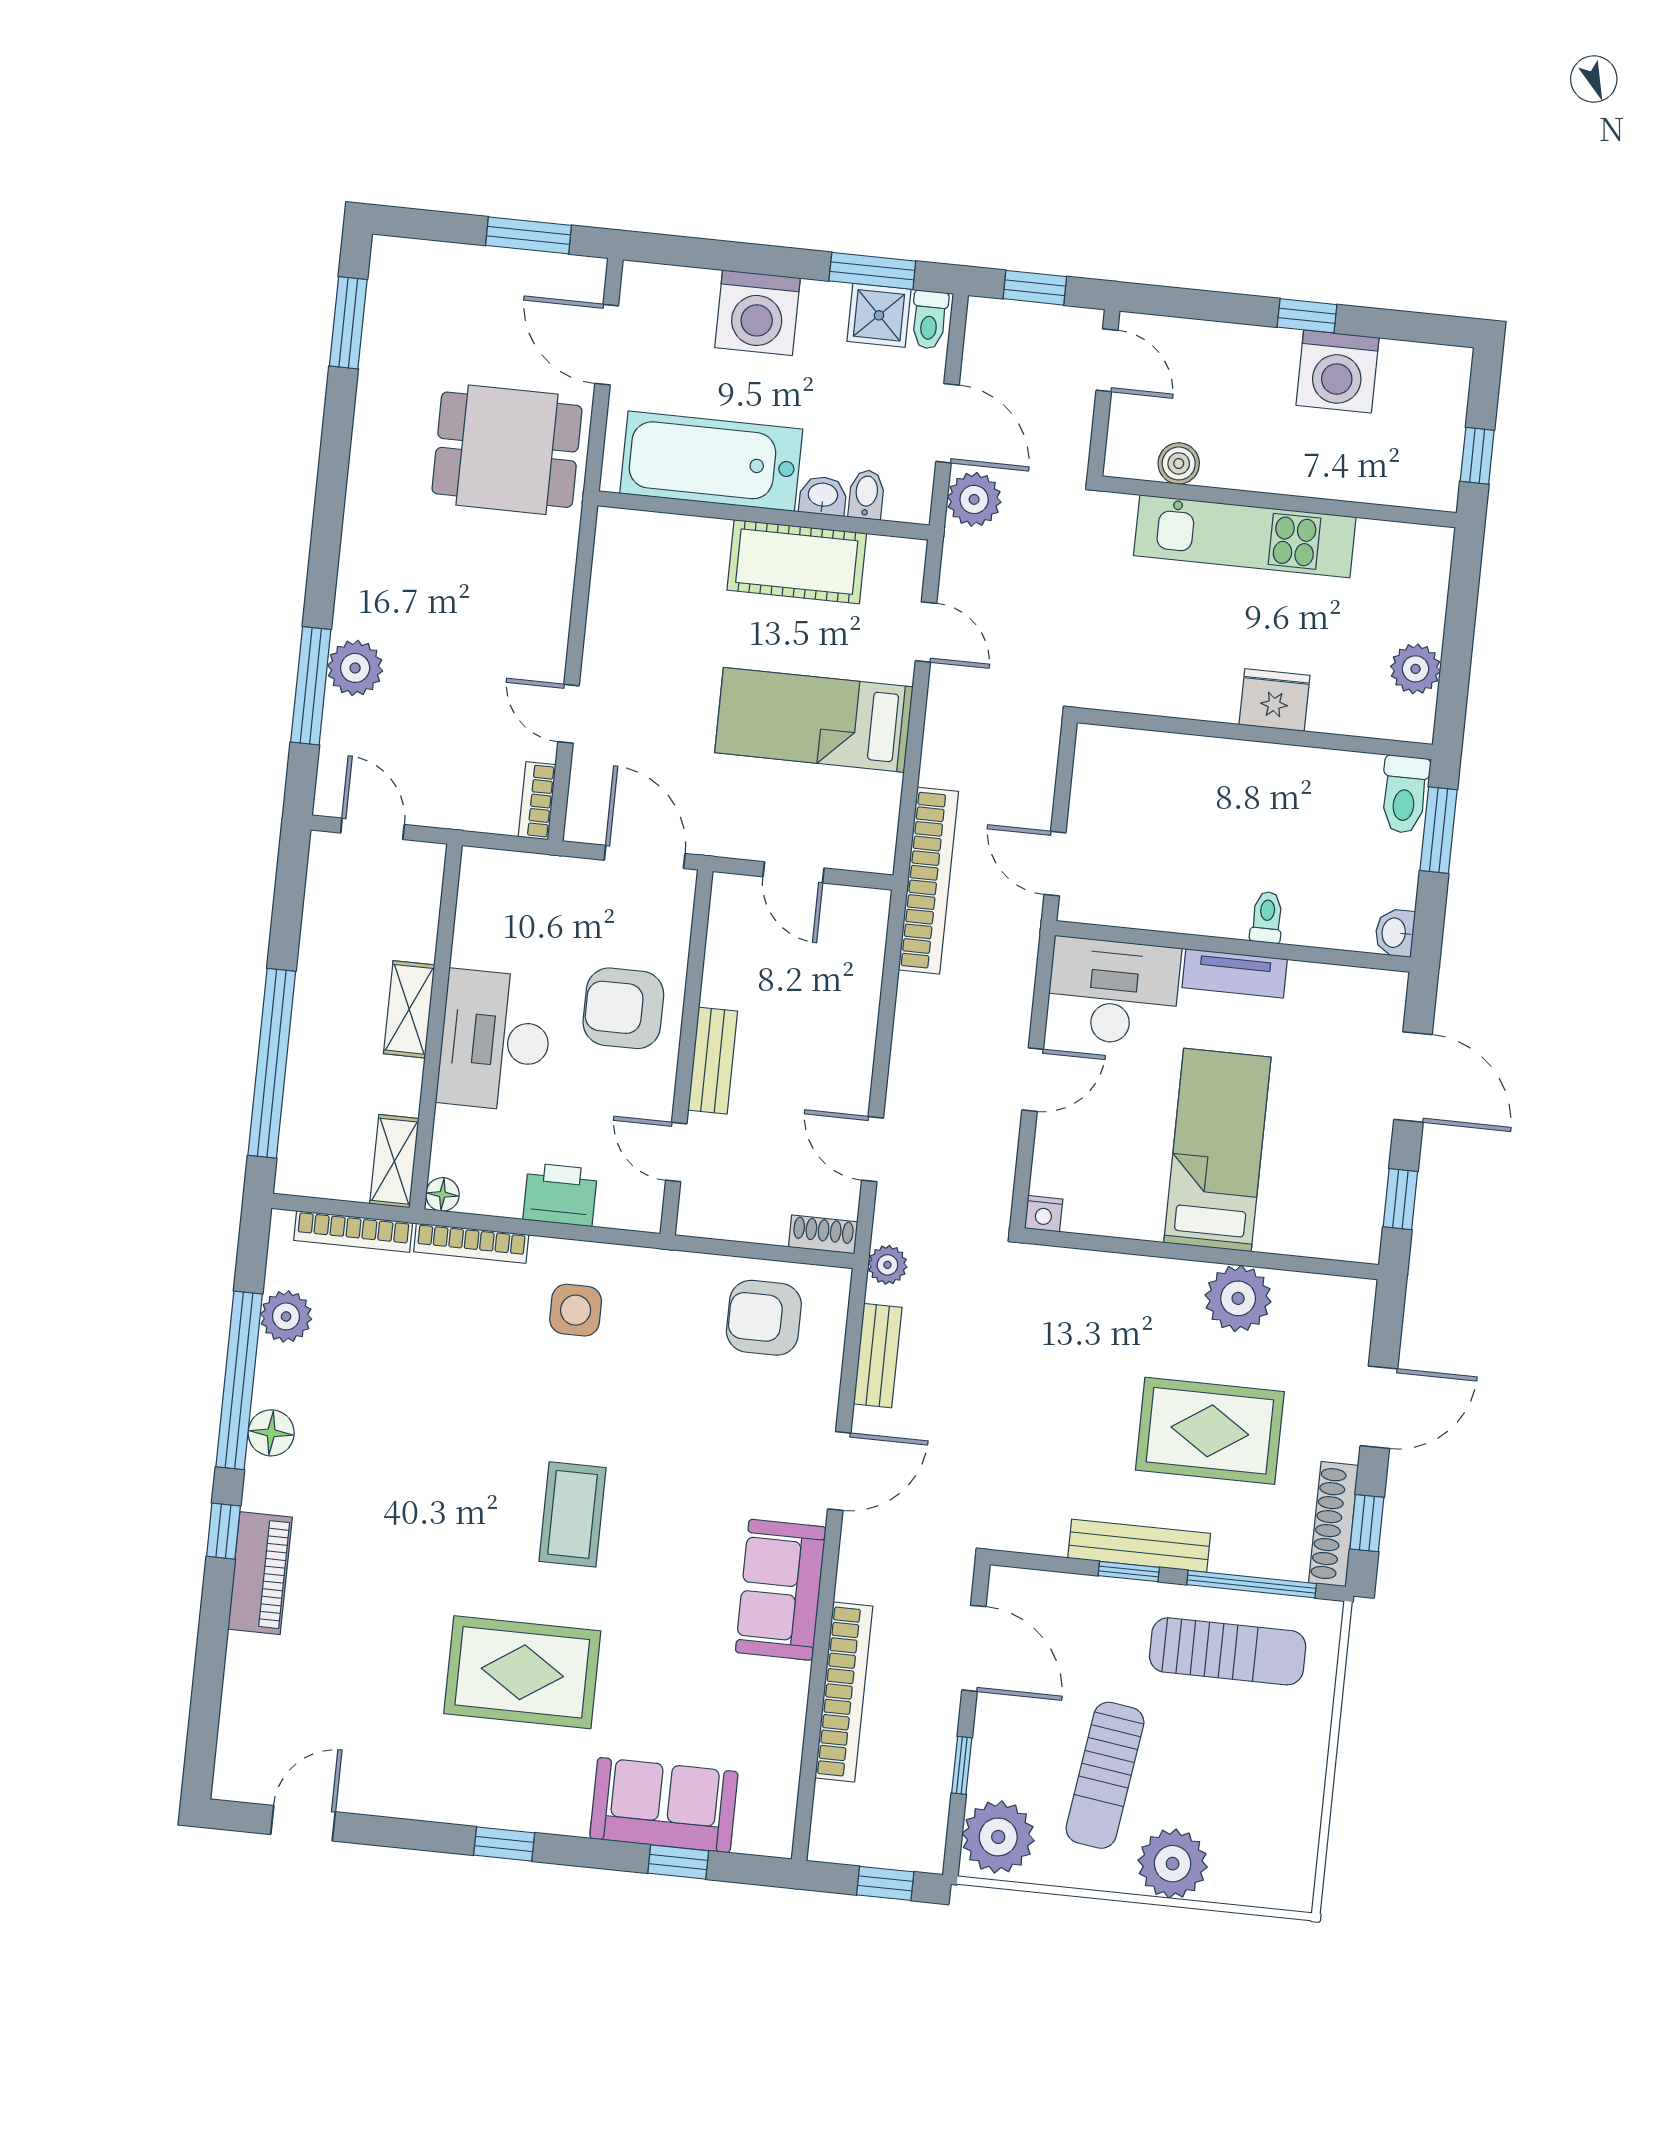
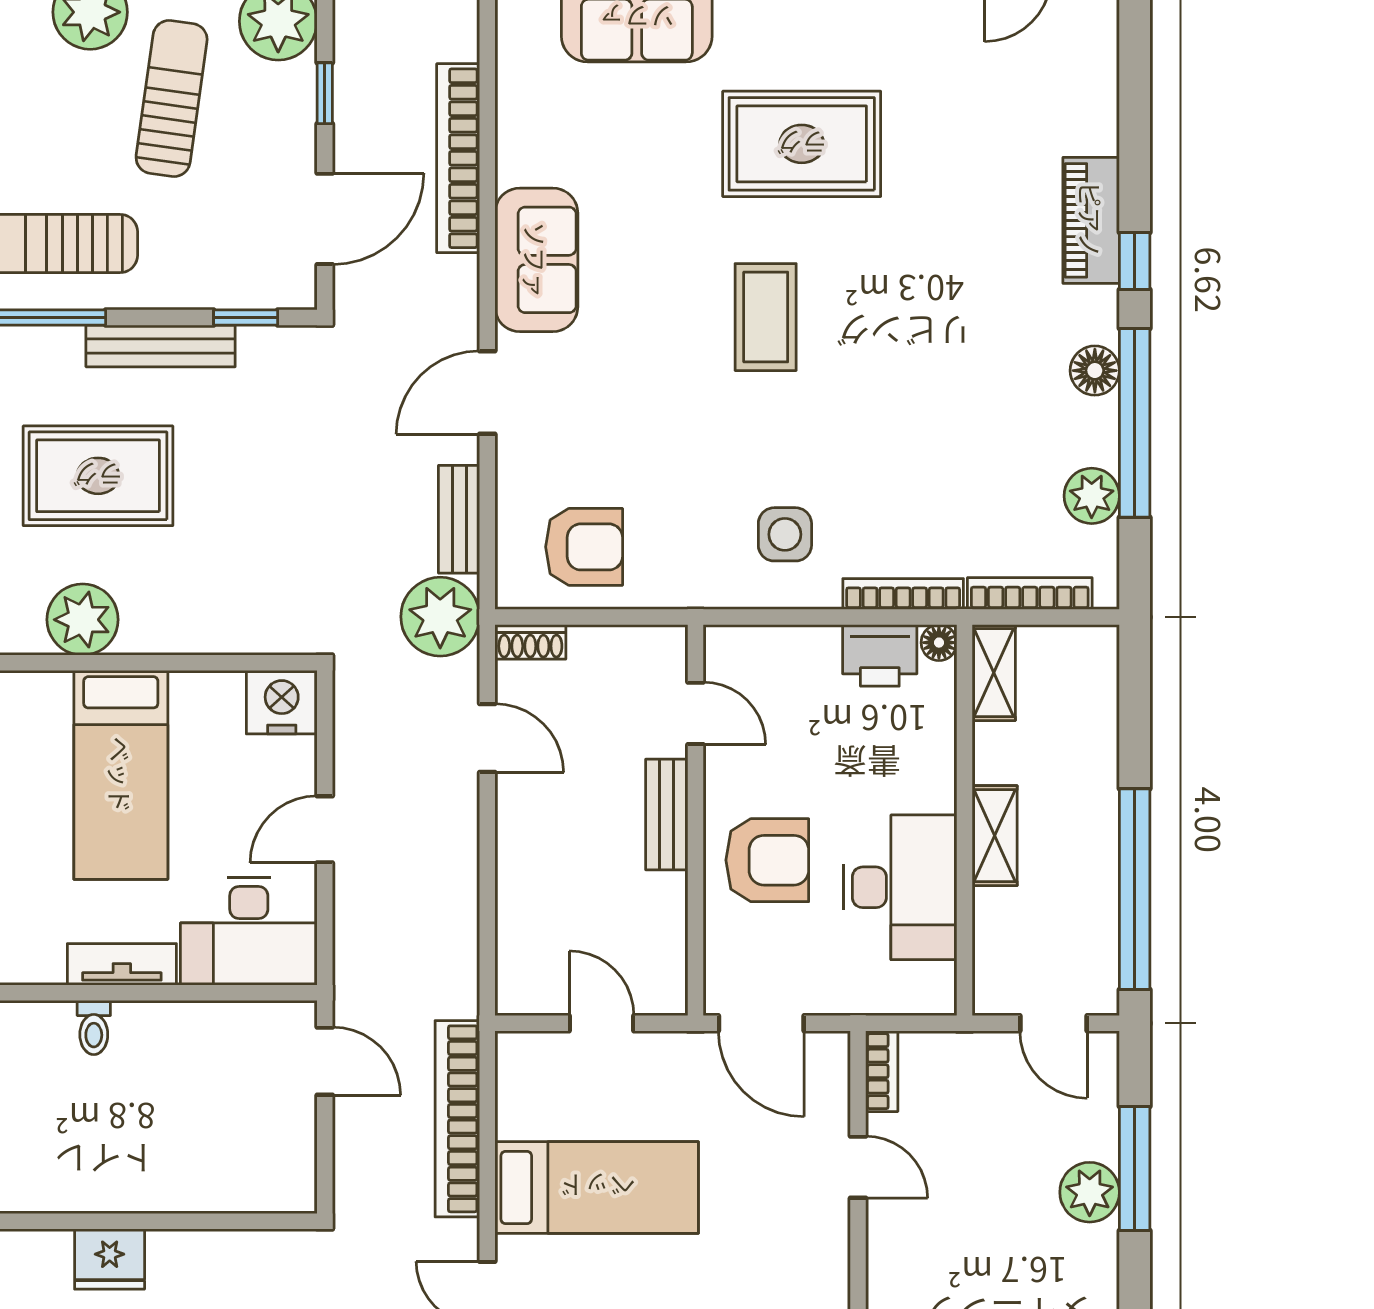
bookcase: (928, 881) -> (457, 1119), moved
desk: (495, 1041) -> (900, 887), moved
window: (272, 1063) -> (1135, 889), moved
printer: (560, 1195) -> (880, 655), moved
nightstand: (1044, 1214) -> (282, 702), width x1.89, depth x1.79
plant: (887, 1265) -> (440, 617), width x1.88, depth x1.88
window: (1129, 1571) -> (246, 317), moved
door: (974, 1648) -> (325, 219), swing flipped

